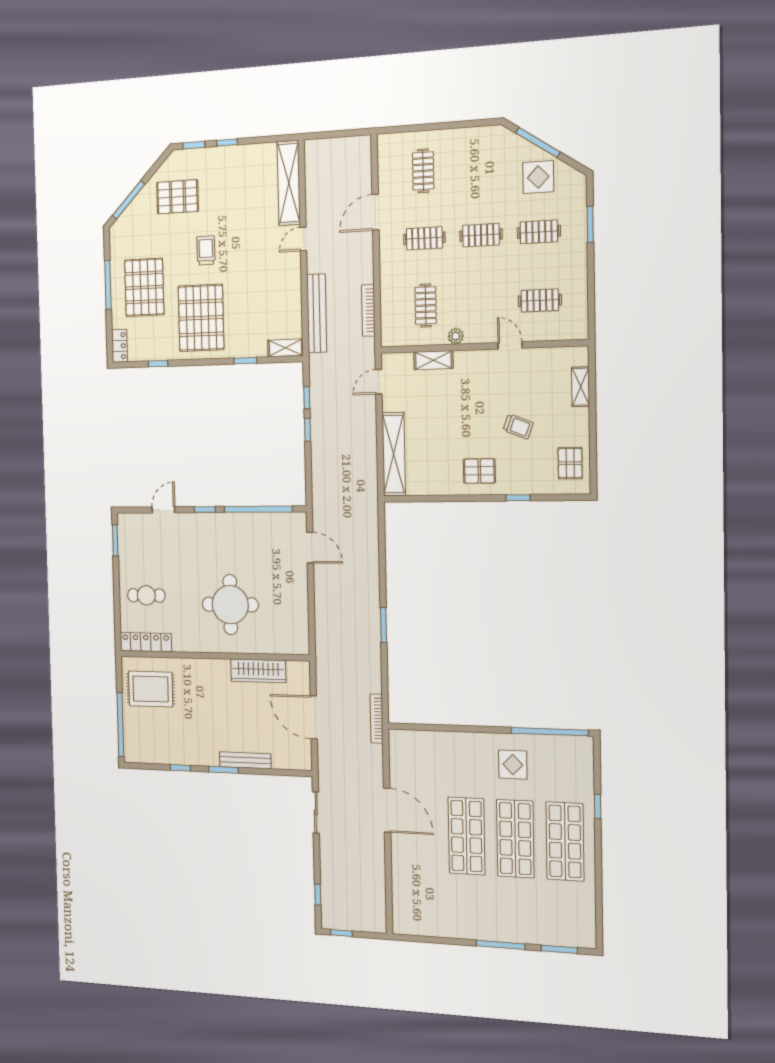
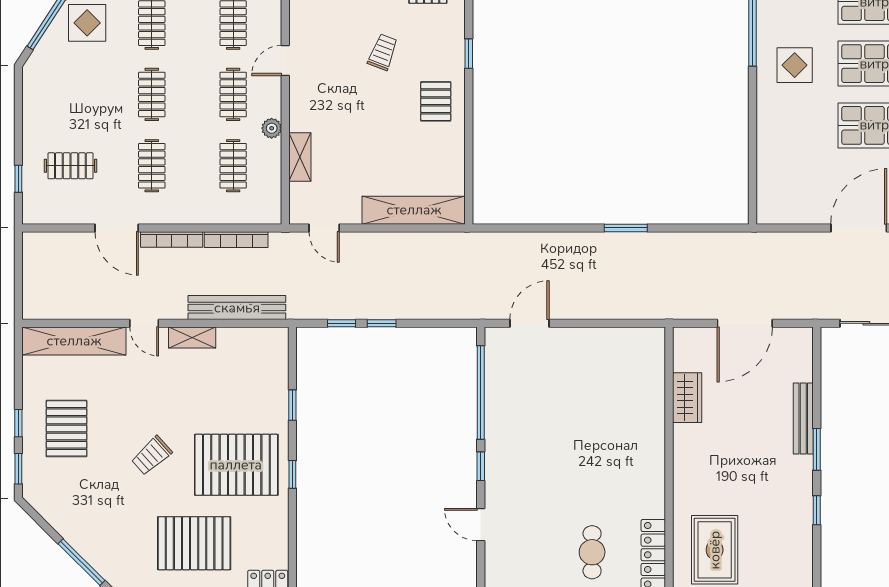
window: (412, 128) -> (18, 179), added
pallet: (178, 197) -> (67, 428), moved
trolley: (206, 250) -> (152, 456), turned -42
clothes rail: (482, 303) -> (233, 94), added
clothes rail: (426, 305) -> (233, 166), turned 90
shelving: (285, 348) -> (192, 337), moved, turned 90
window: (158, 364) -> (292, 474), moved
round table: (230, 605) -> (603, 434), removed
wardrobe: (258, 671) -> (687, 398), width x0.67
bookcase: (377, 719) -> (172, 239), moved

